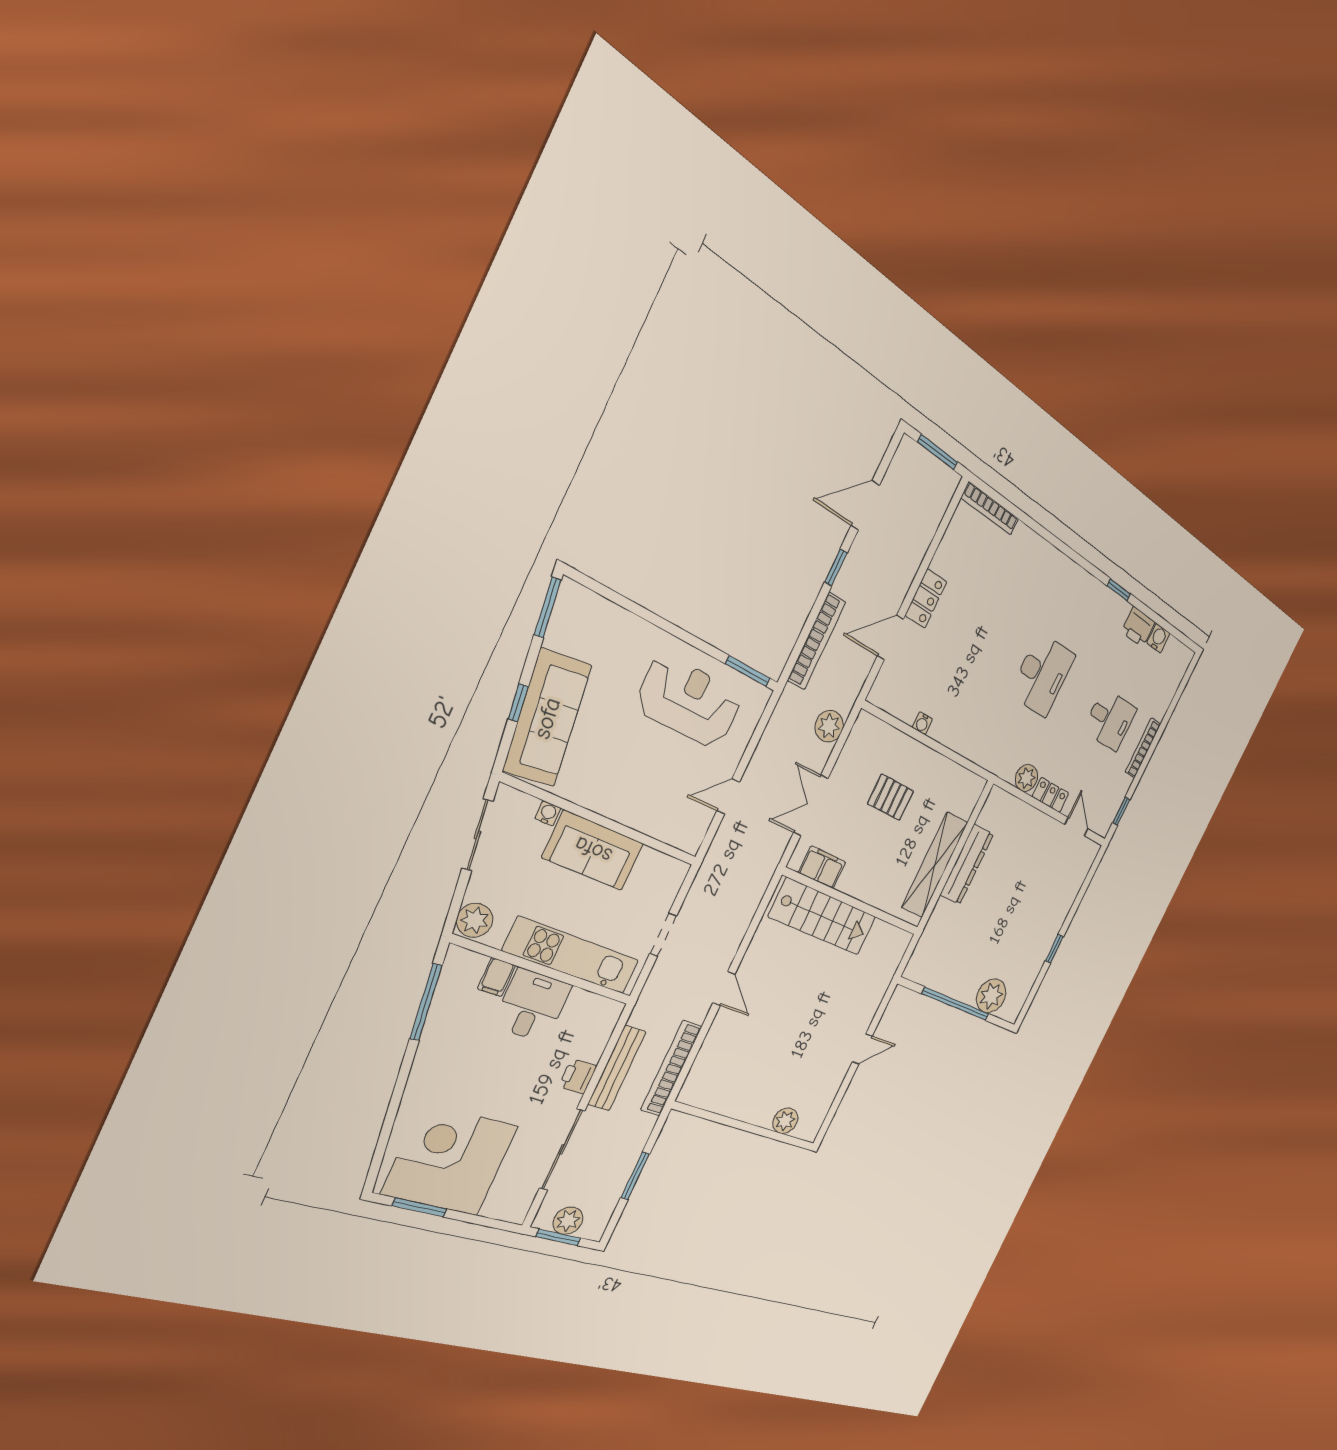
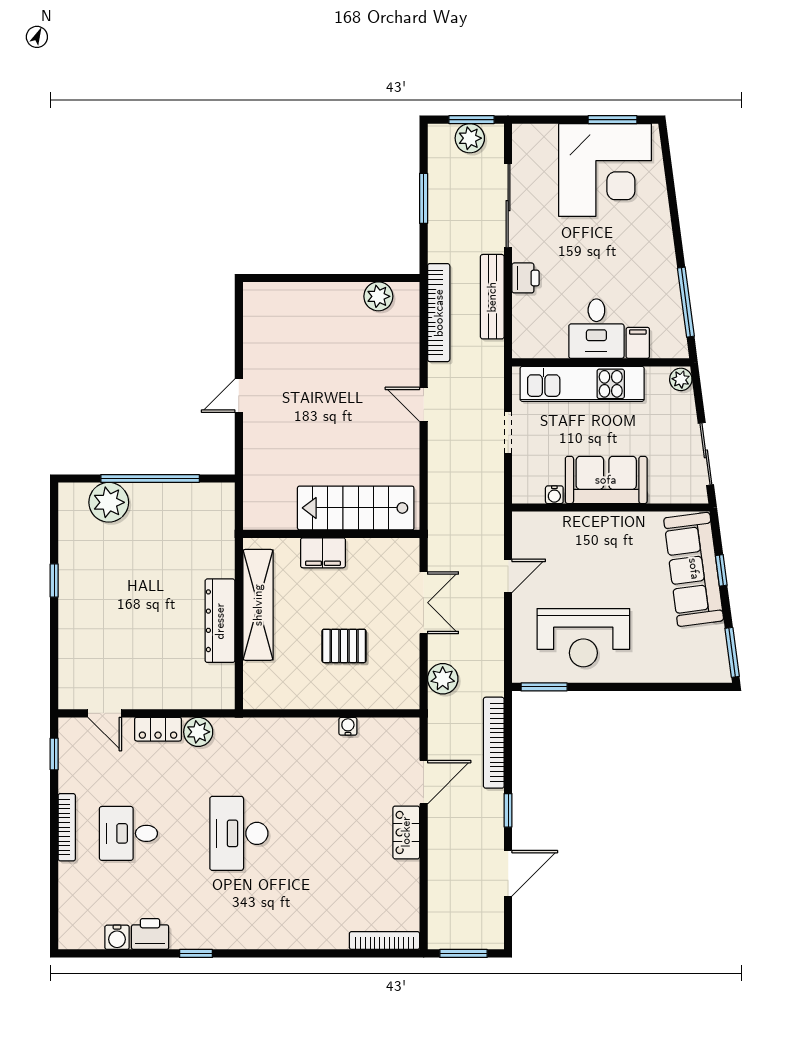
water cooler: (548, 813) -> (554, 495), moved
filing cabinet: (822, 867) -> (323, 553), moved
plant: (475, 920) -> (681, 379), width x0.73, depth x0.73
plant: (785, 1121) -> (378, 296), moved

